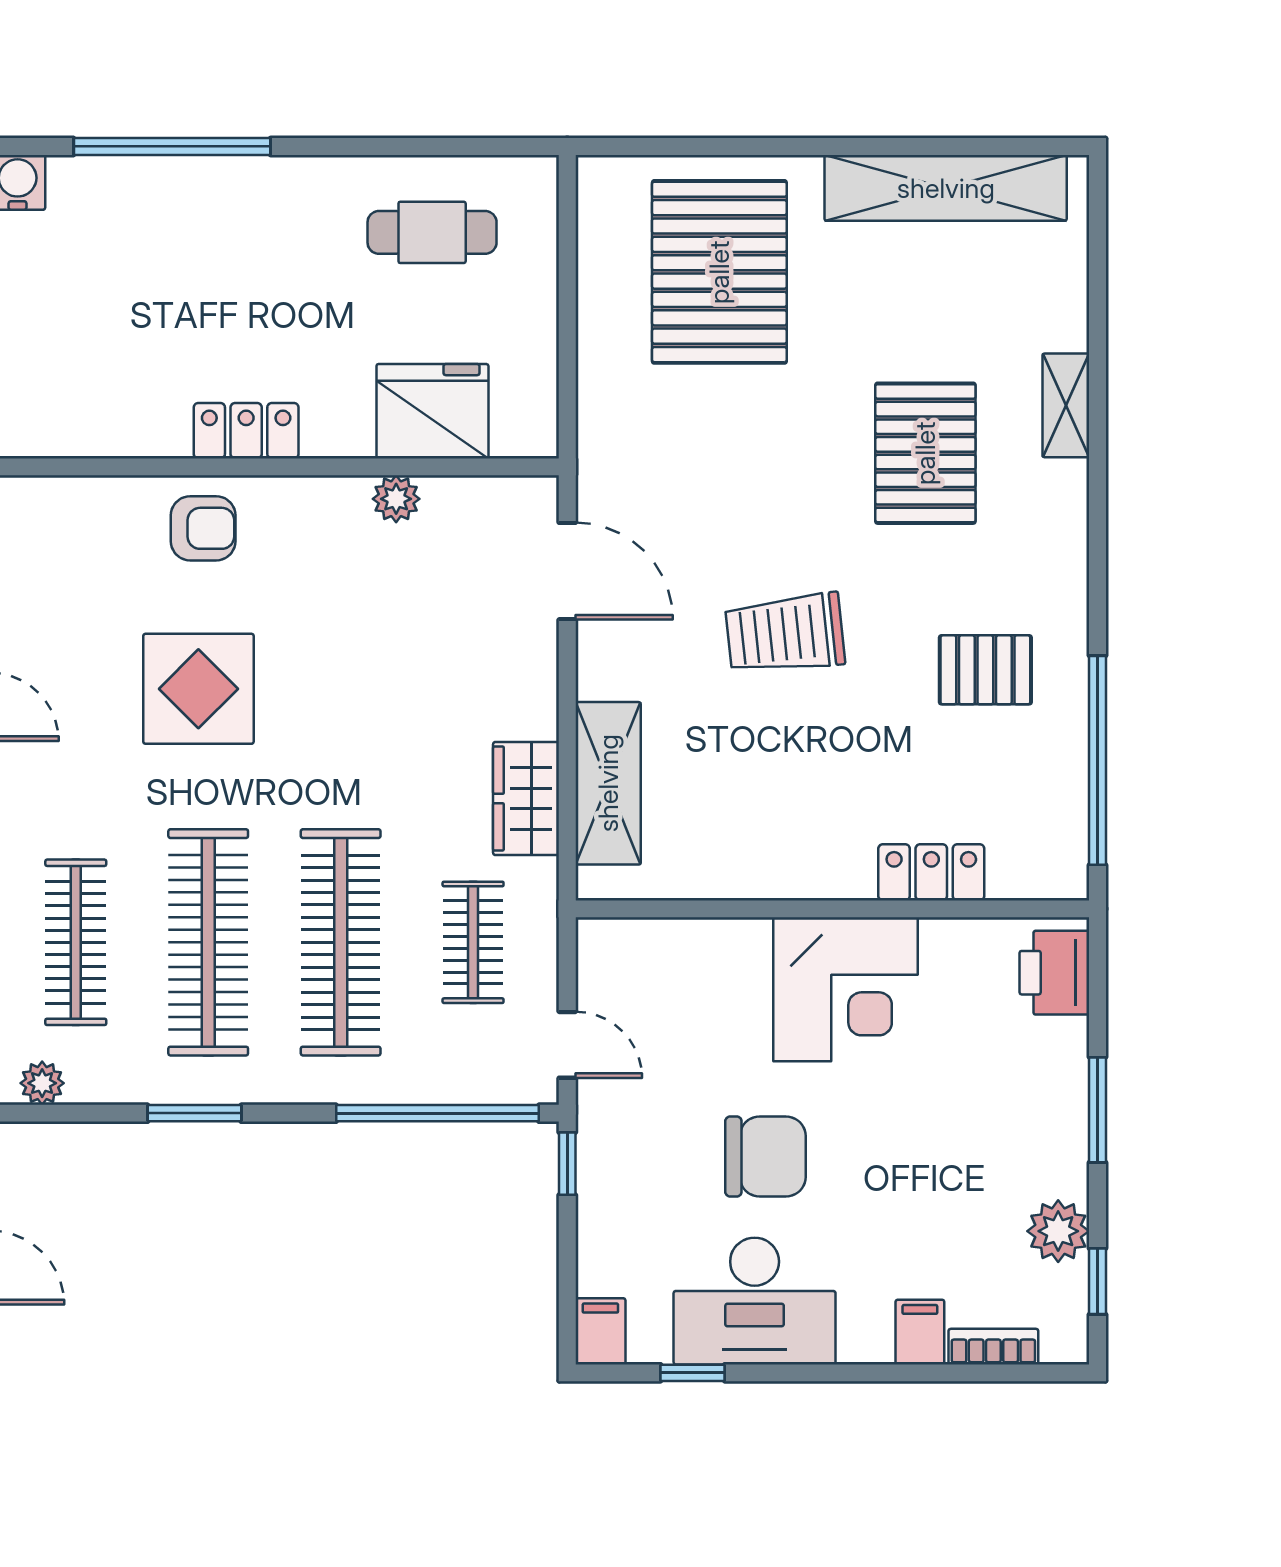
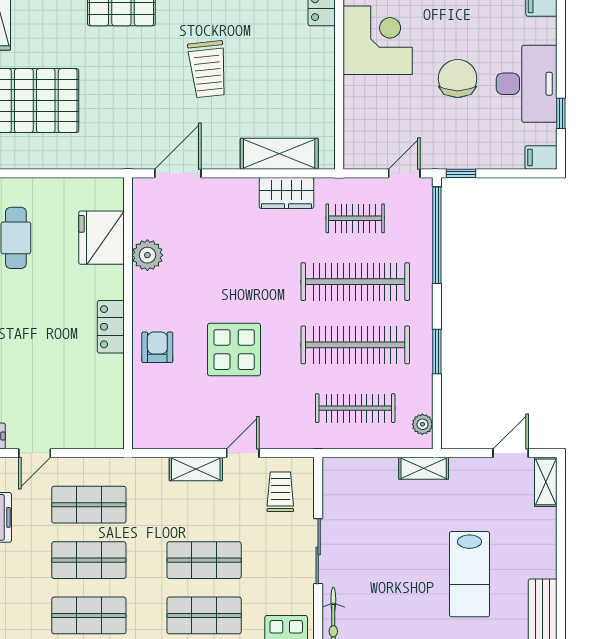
plant: (396, 499) -> (147, 255), width x1.38, depth x1.38

